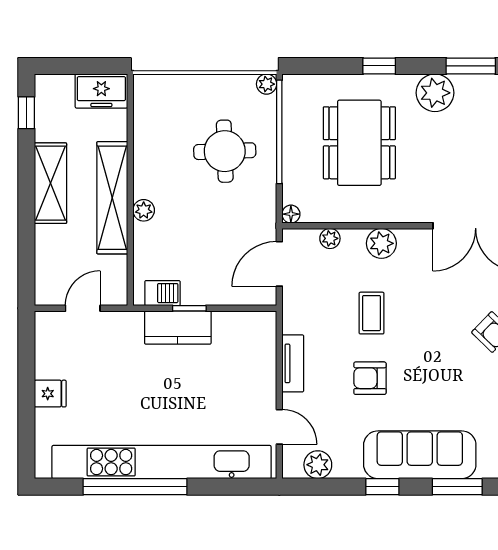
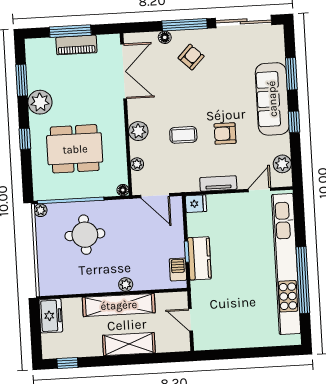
shelving: (50, 183) -> (129, 344), moved
armchair: (370, 378) -> (225, 134), turned 90
fridge: (50, 394) -> (196, 204), moved, turned 90

